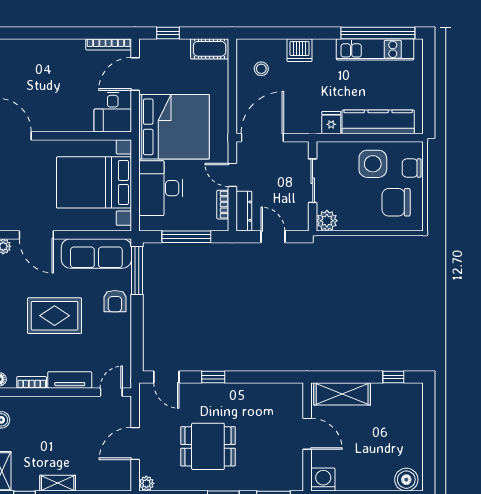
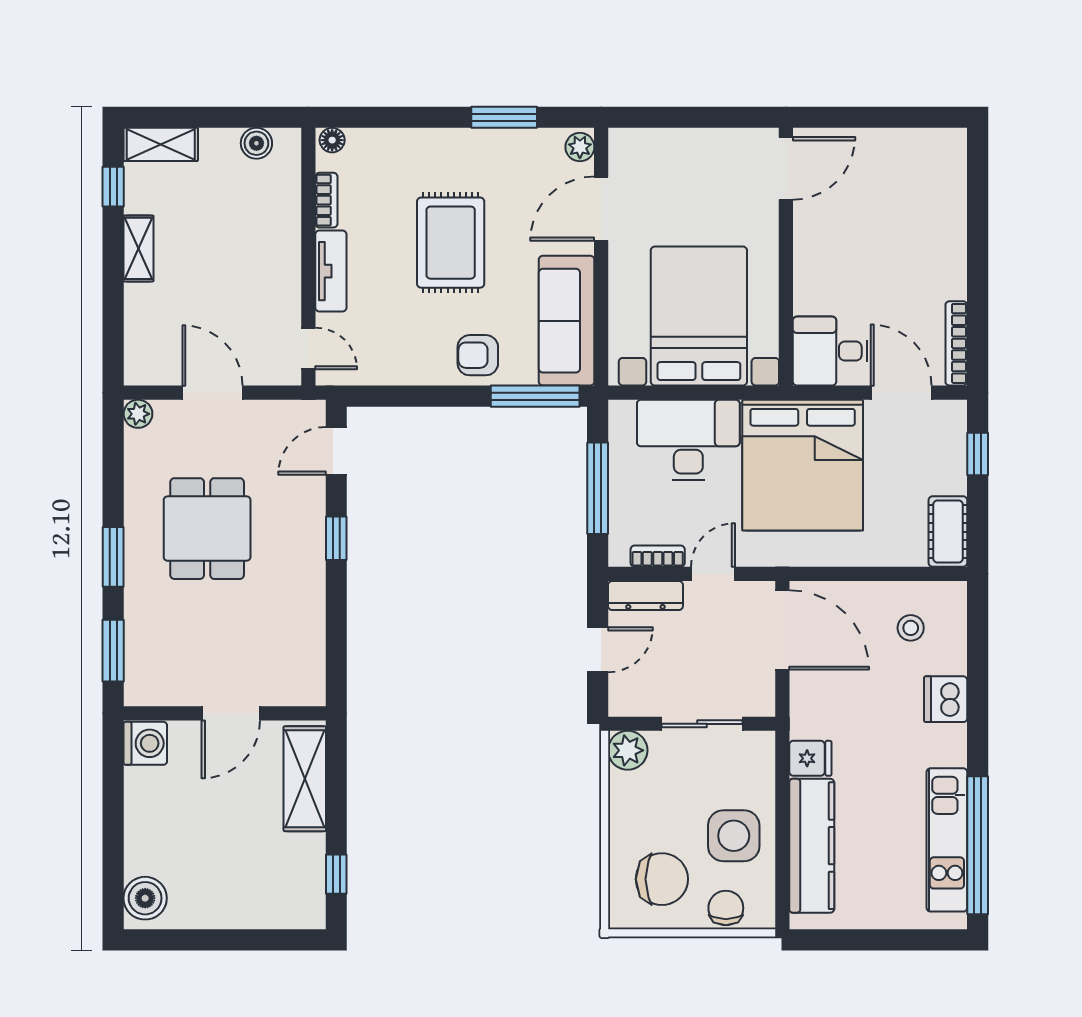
chair: (396, 202) -> (662, 879), turned 90

